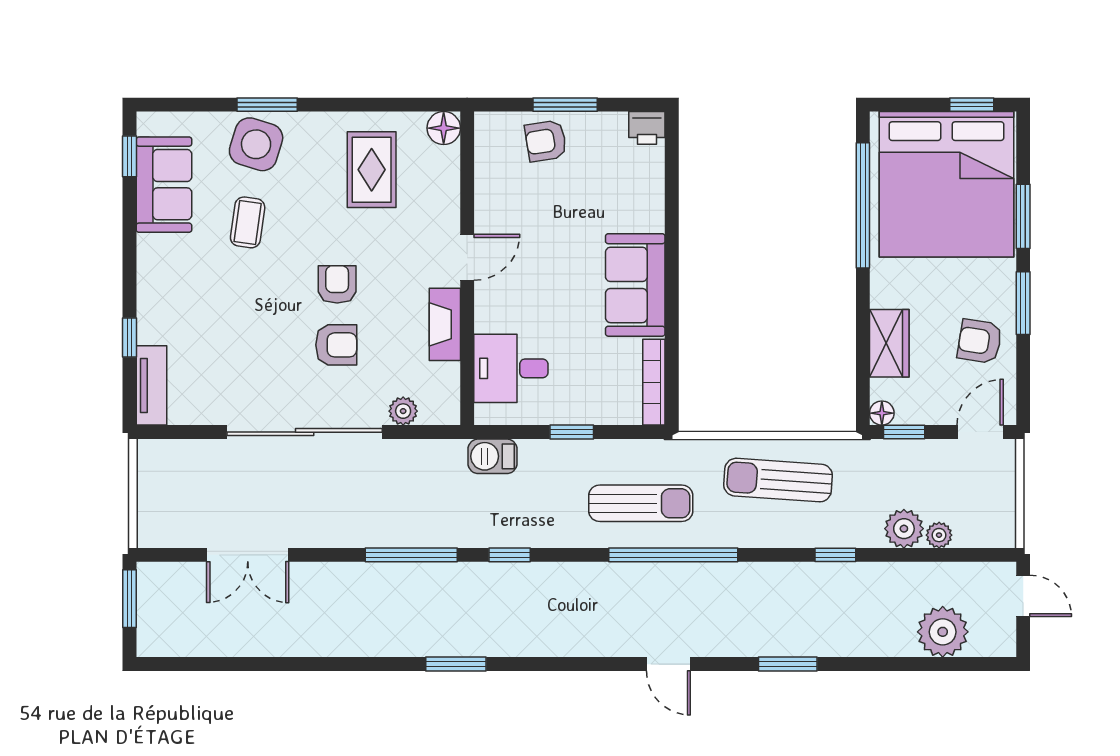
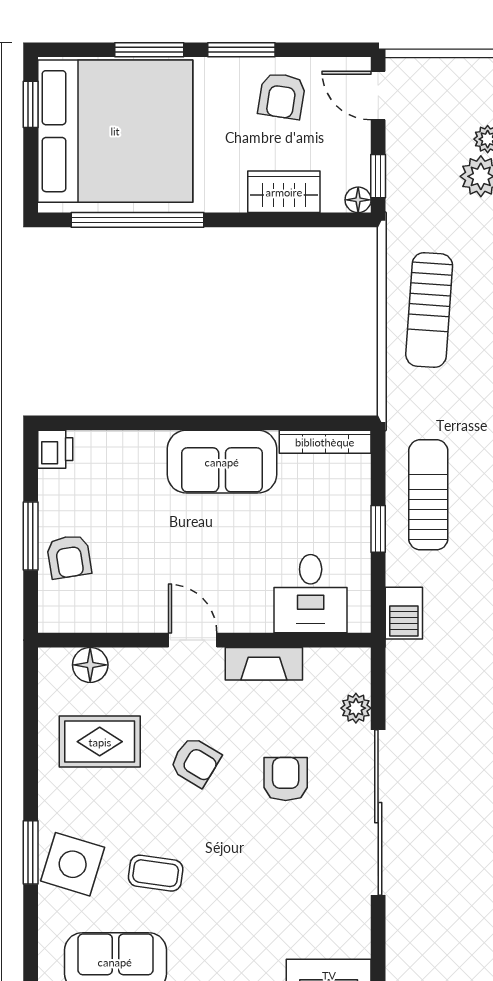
floor lamp: (444, 128) -> (90, 665), moved
armchair: (337, 284) -> (195, 762), moved, turned -149
sun lounger: (641, 503) -> (428, 495), moved

